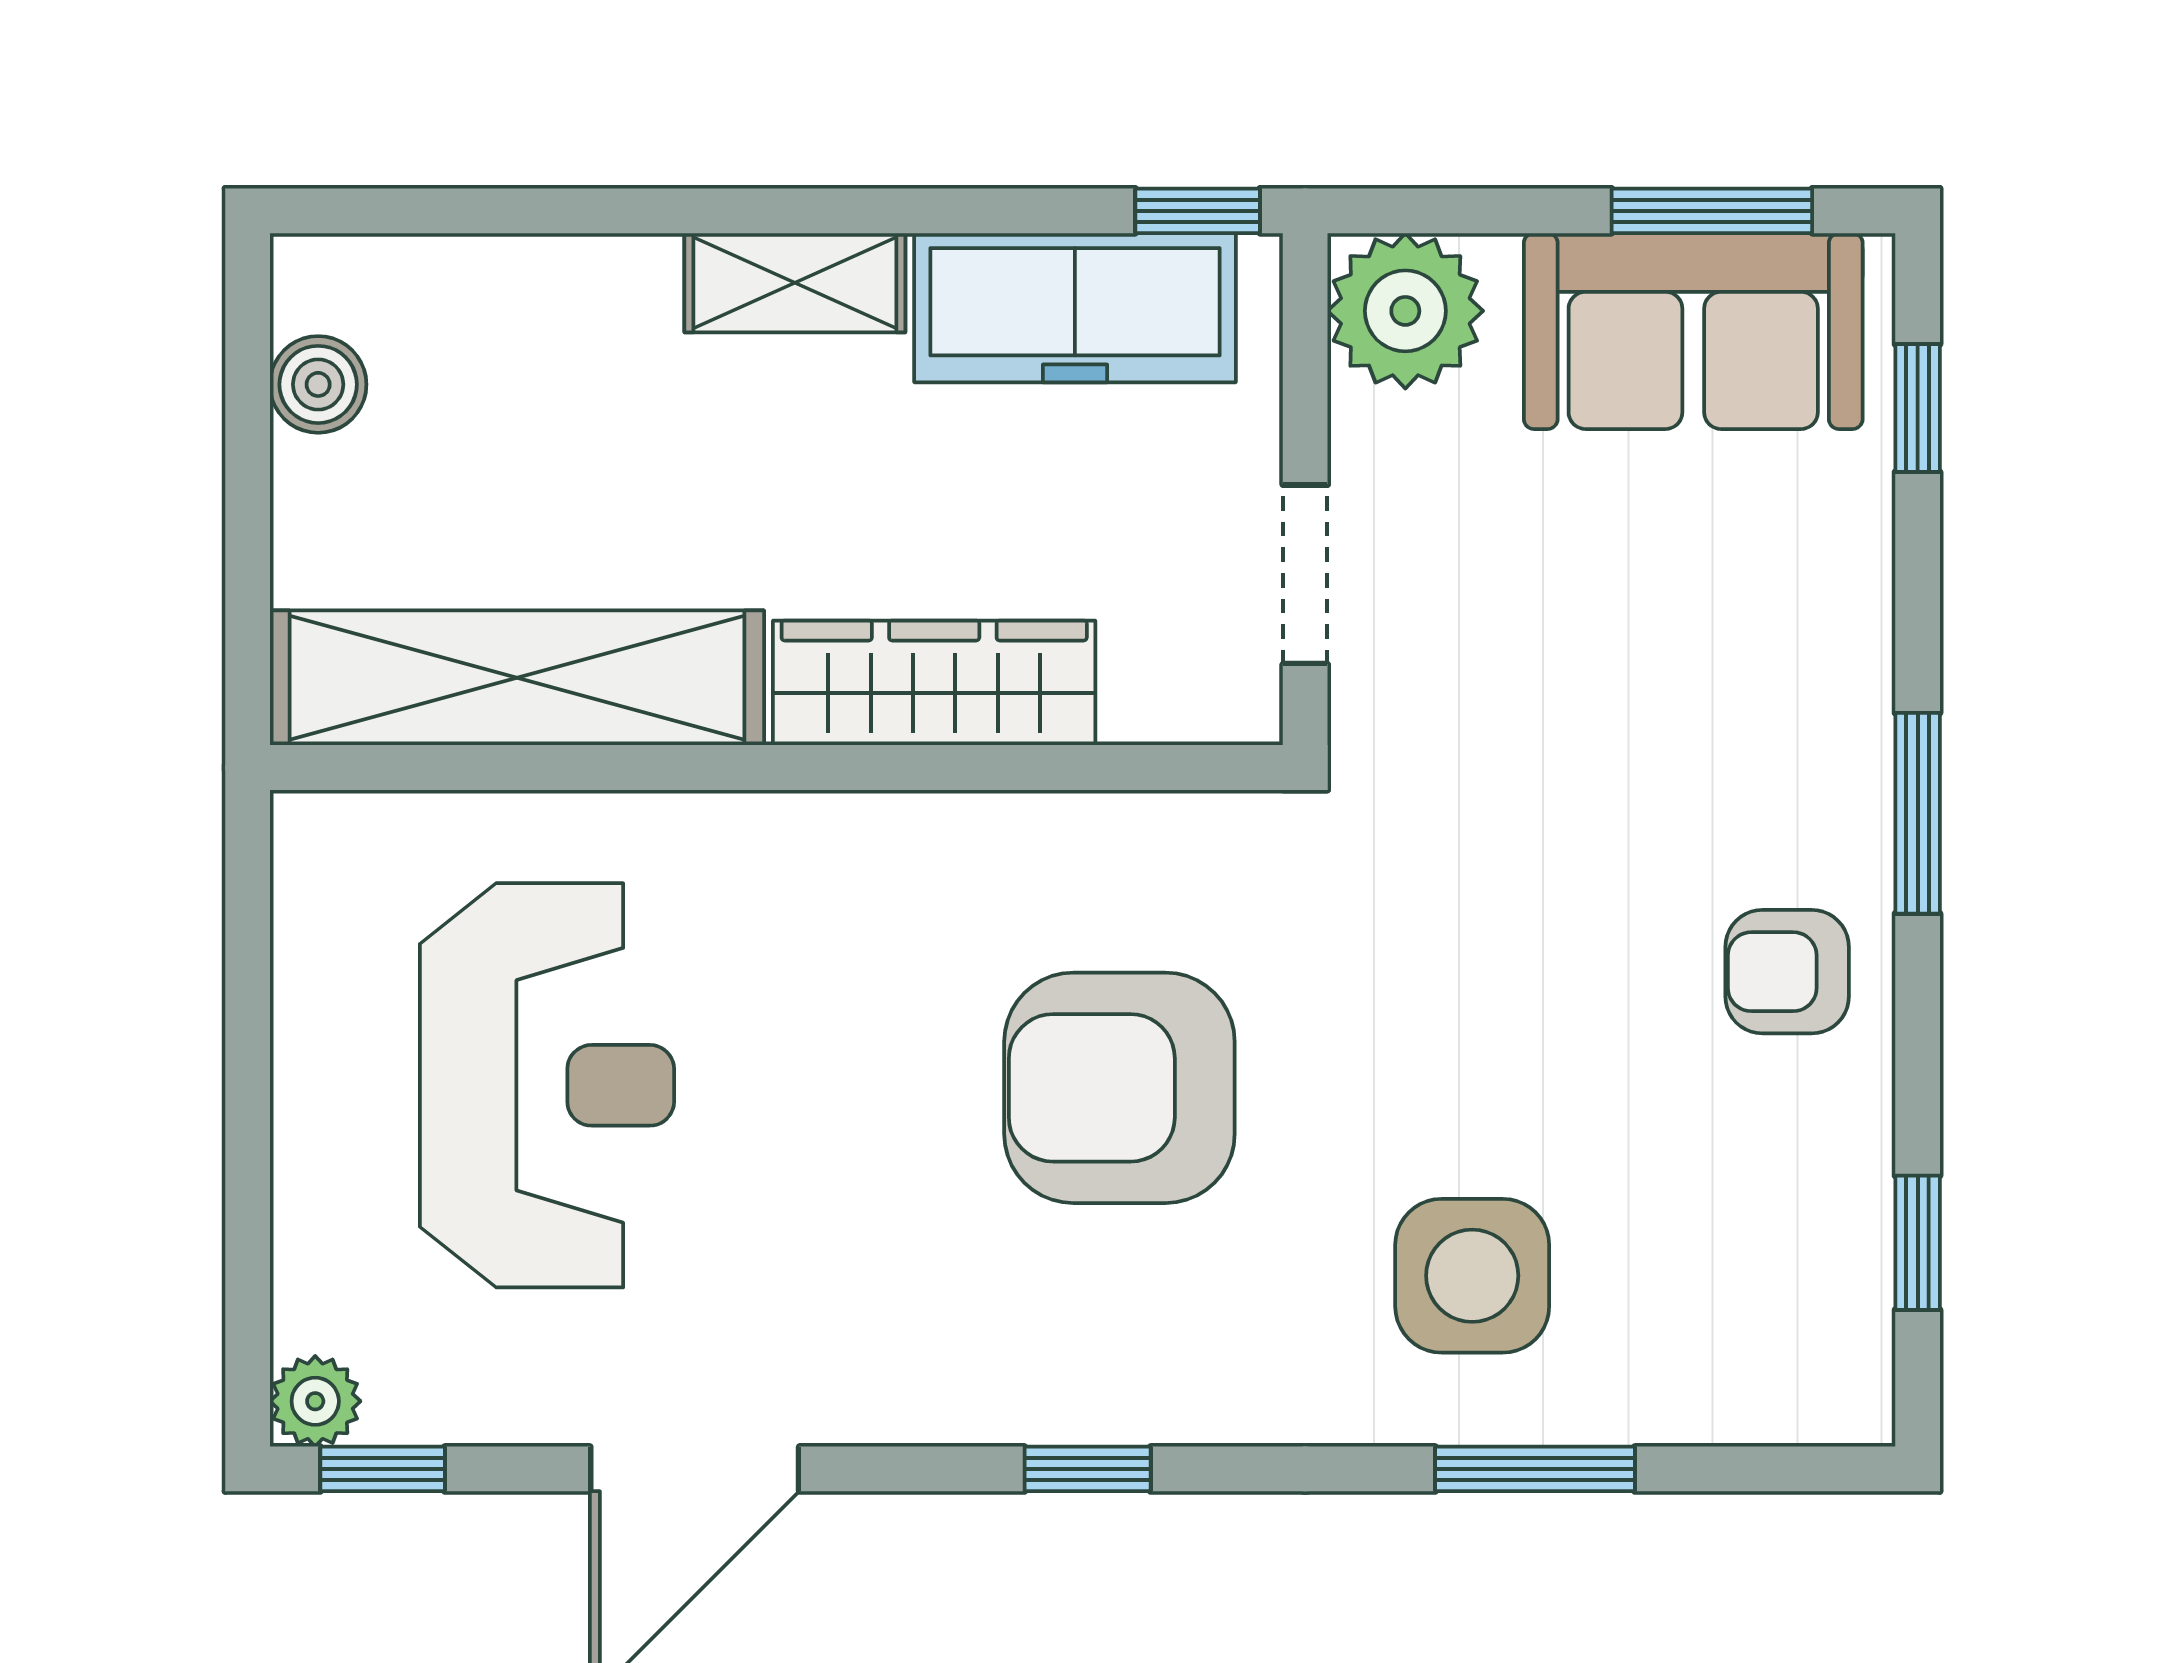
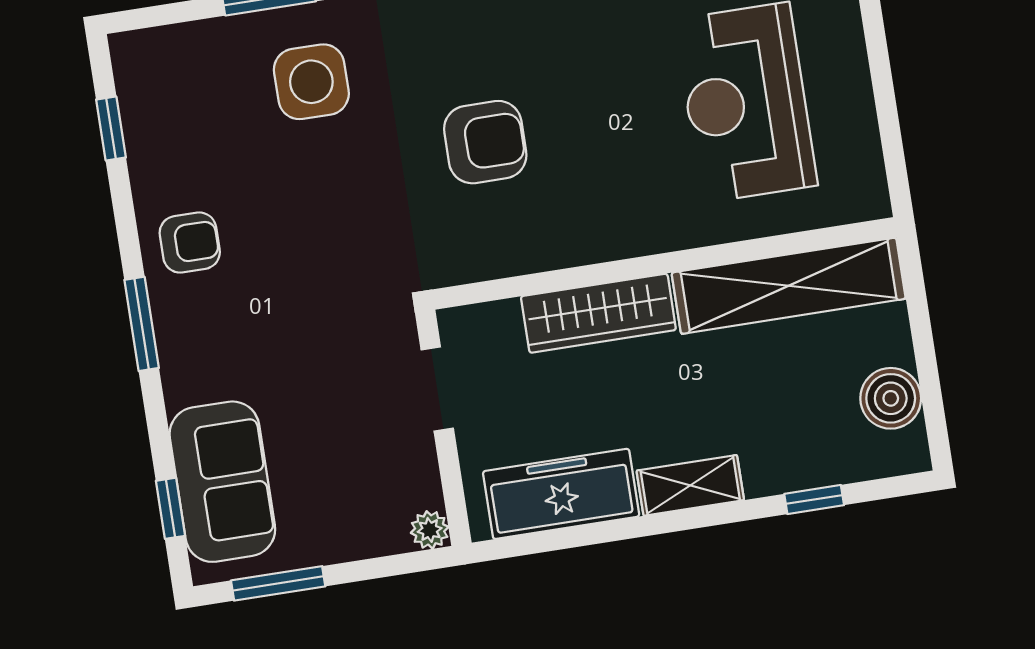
window: (1198, 211) -> (814, 499), moved
plant: (1405, 311) -> (430, 530), width x0.53, depth x0.53
sofa: (1693, 331) -> (222, 482), moved, turned 90
boiler: (318, 384) -> (891, 398), width x1.36, depth x1.36
armchair: (1119, 1088) -> (485, 142), width x0.73, depth x0.73

